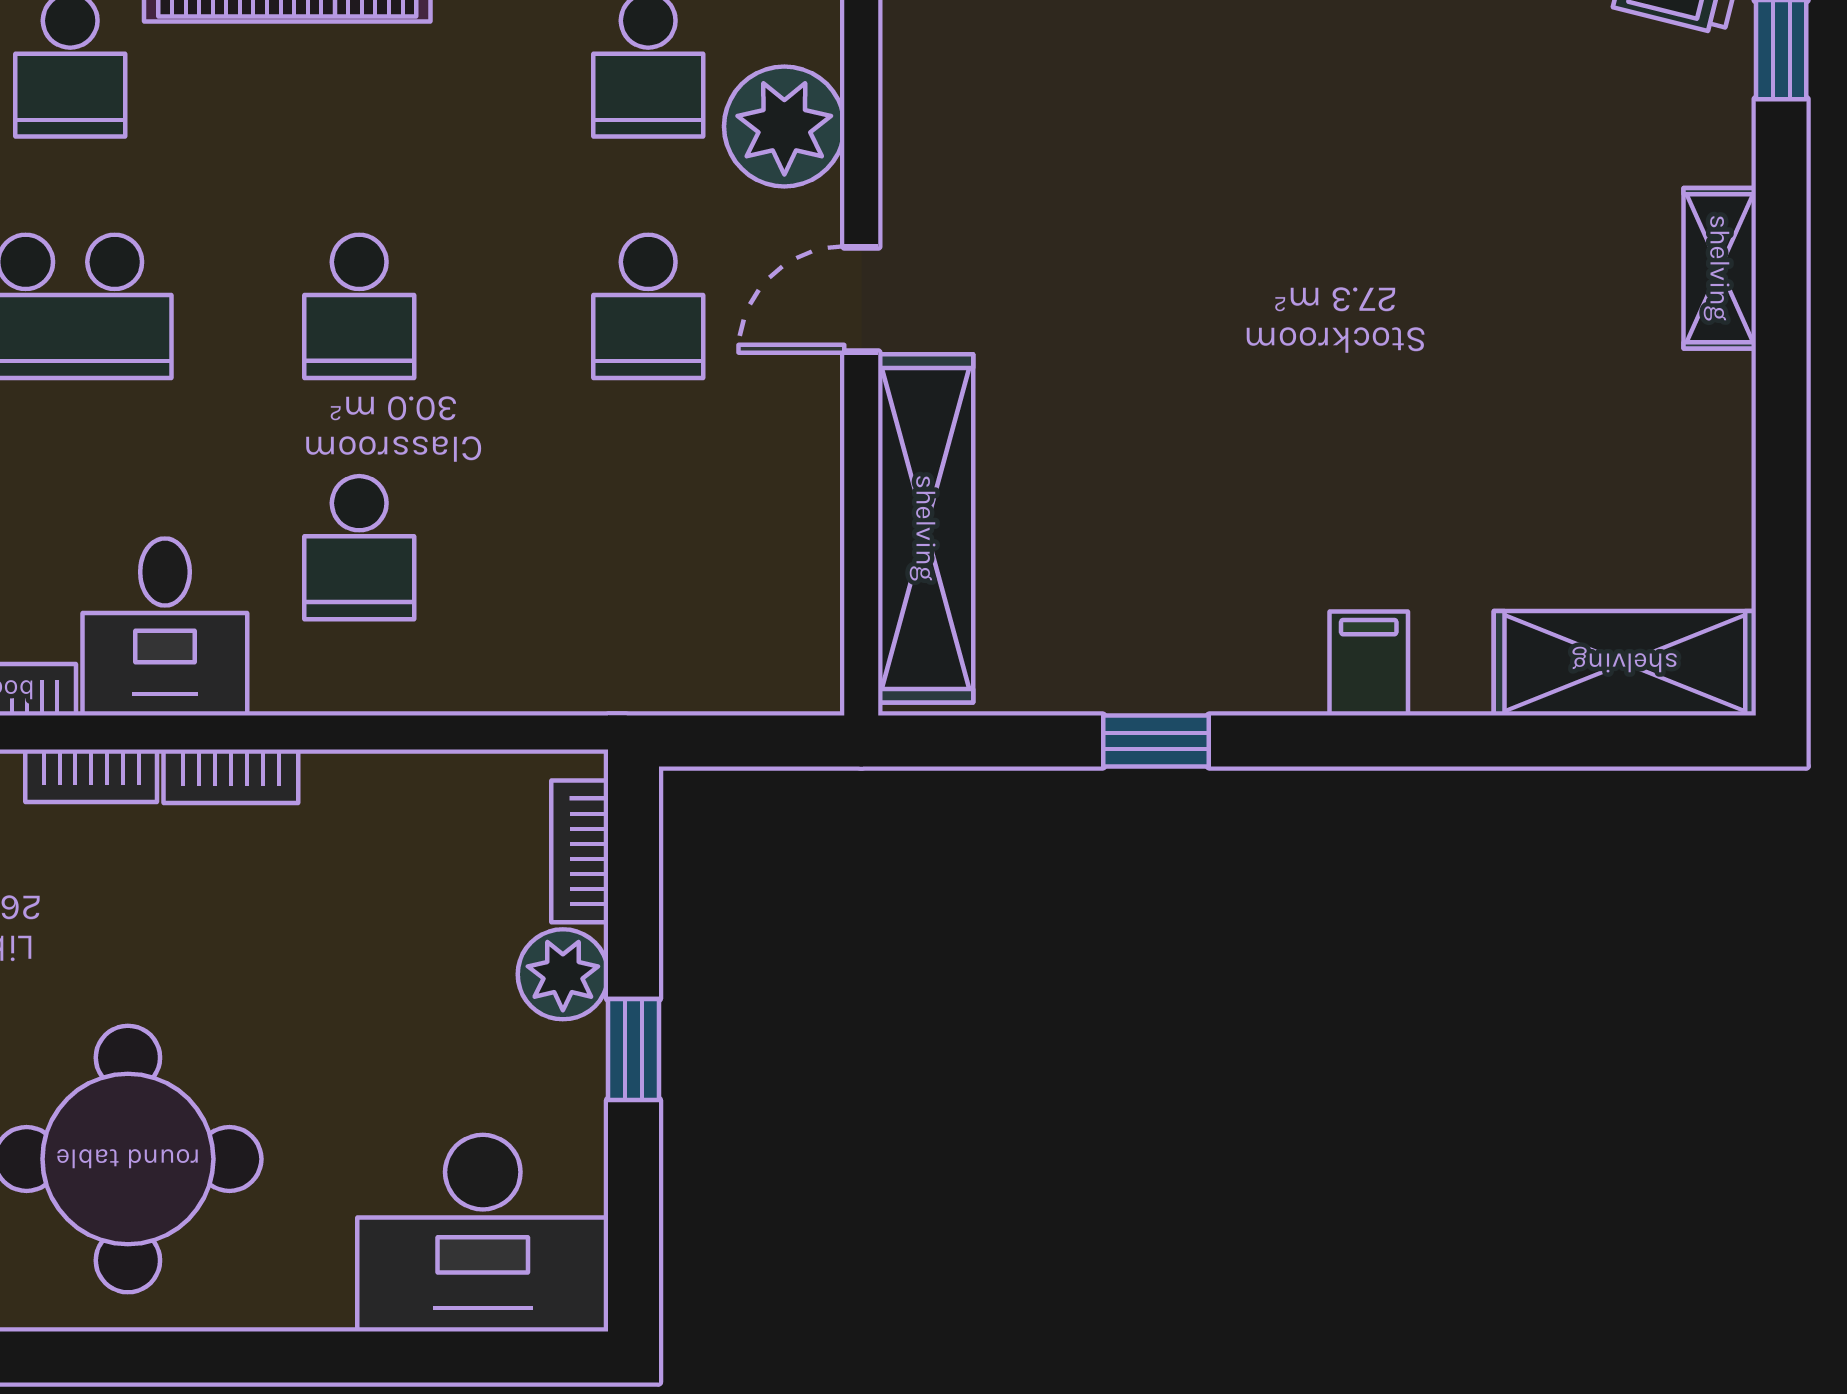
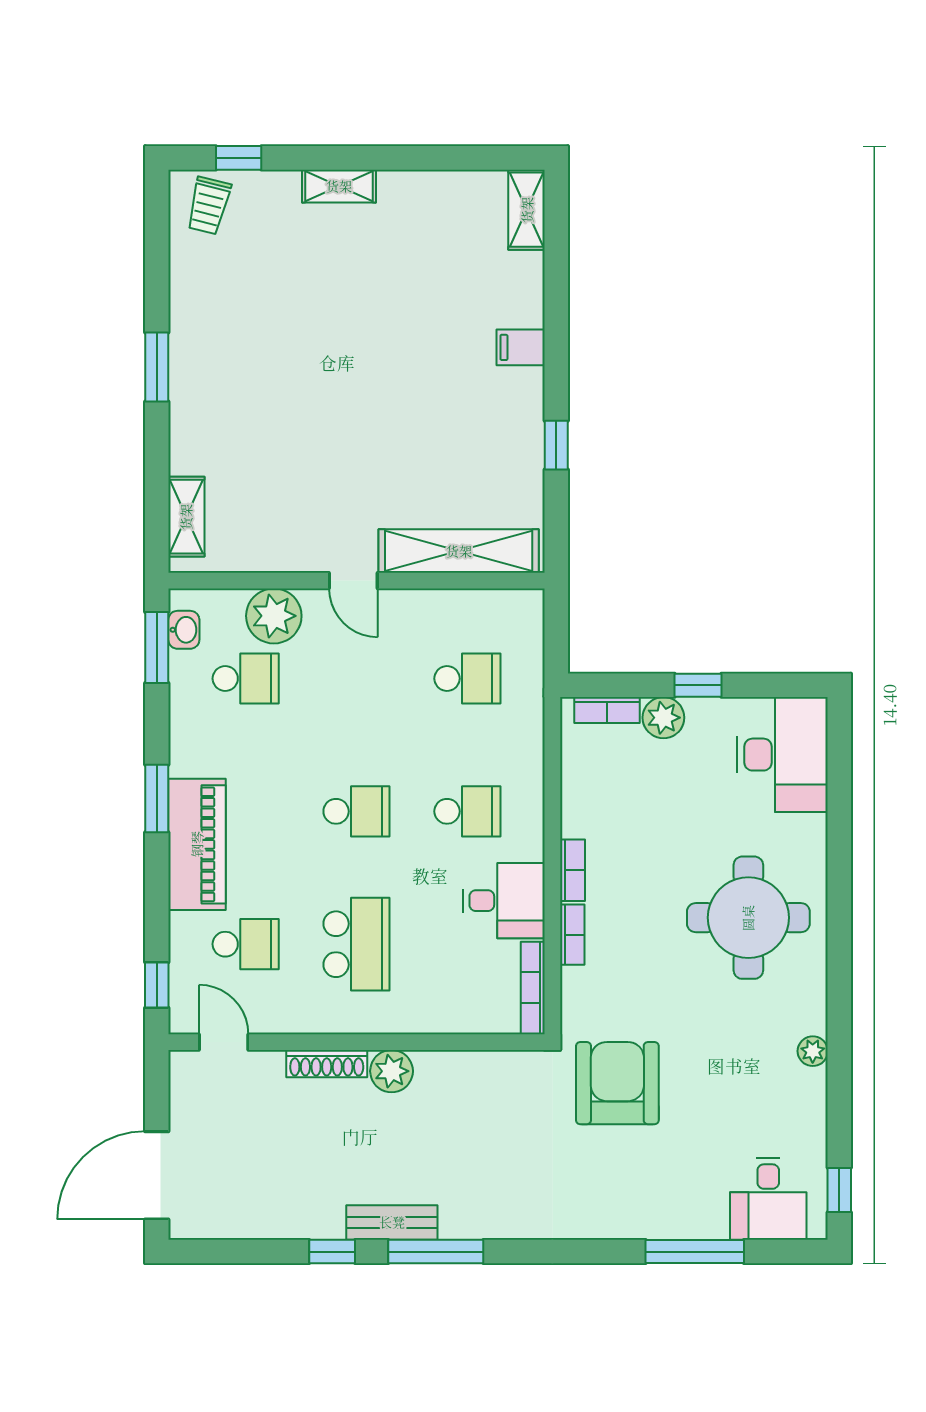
school desk: (648, 306) -> (467, 679), moved
shelving: (1625, 663) -> (527, 210), width x0.67, depth x0.75

